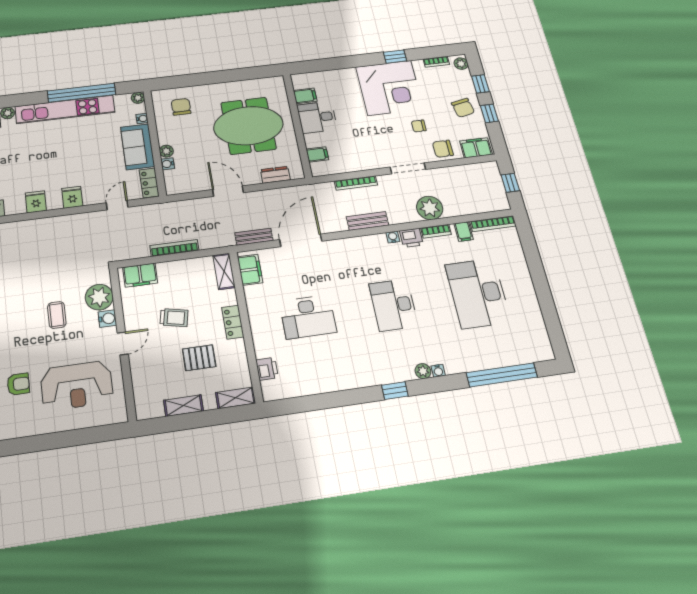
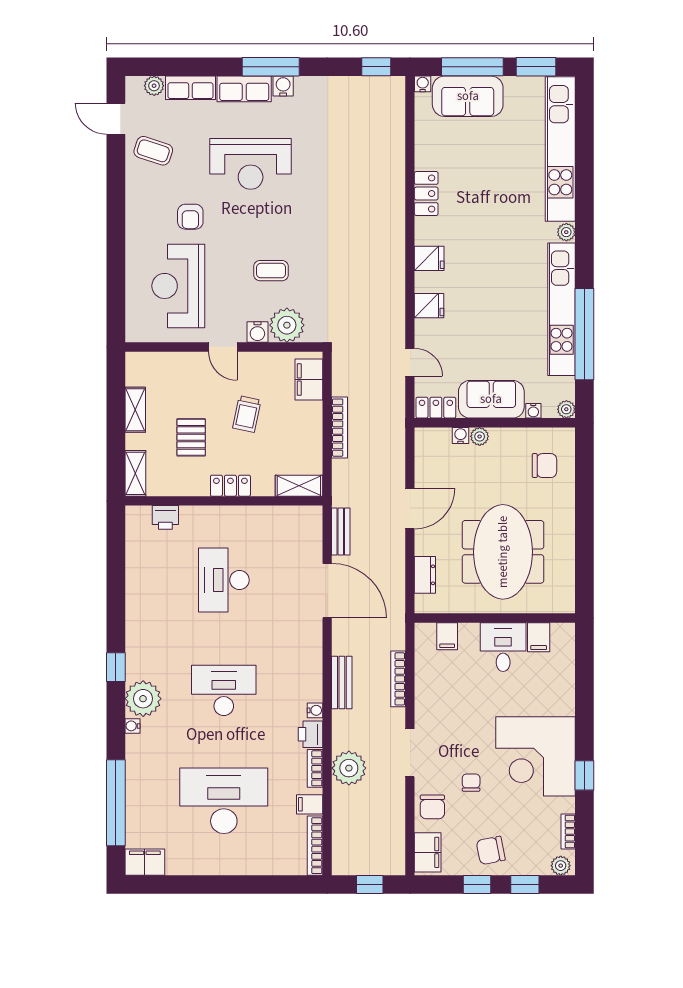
chair: (443, 149) -> (432, 807), turned 180
filing cabinet: (250, 270) -> (145, 862), moved, turned 180
plant: (423, 371) -> (143, 699), width x1.88, depth x1.88

